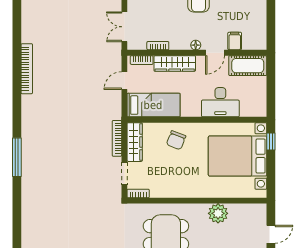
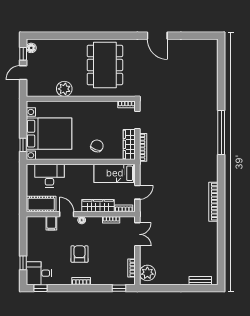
door: (215, 53) -> (67, 214), hinge flipped
desk: (220, 102) -> (49, 176), moved
window: (17, 157) -> (221, 133), width x1.46

